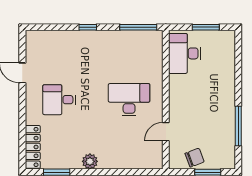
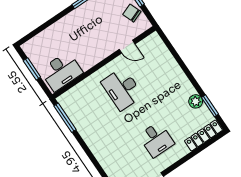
window: (88, 27) -> (90, 154), removed
plant: (90, 161) -> (196, 101), moved

